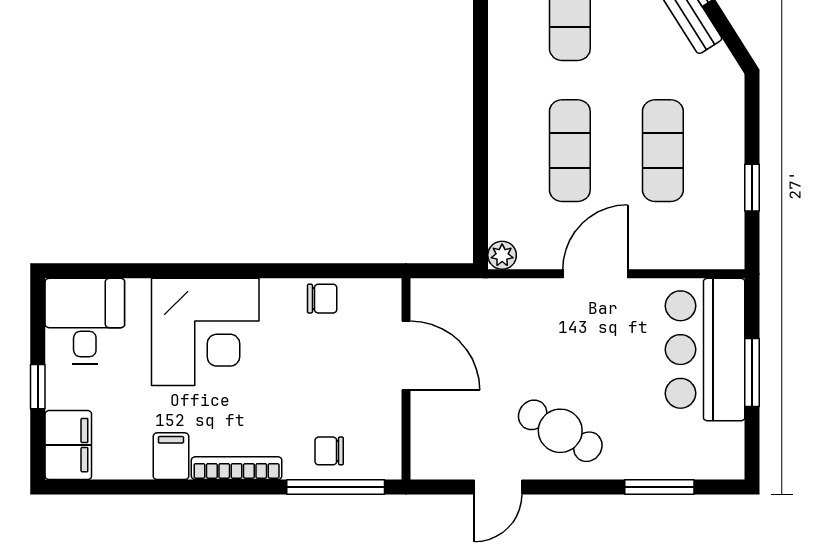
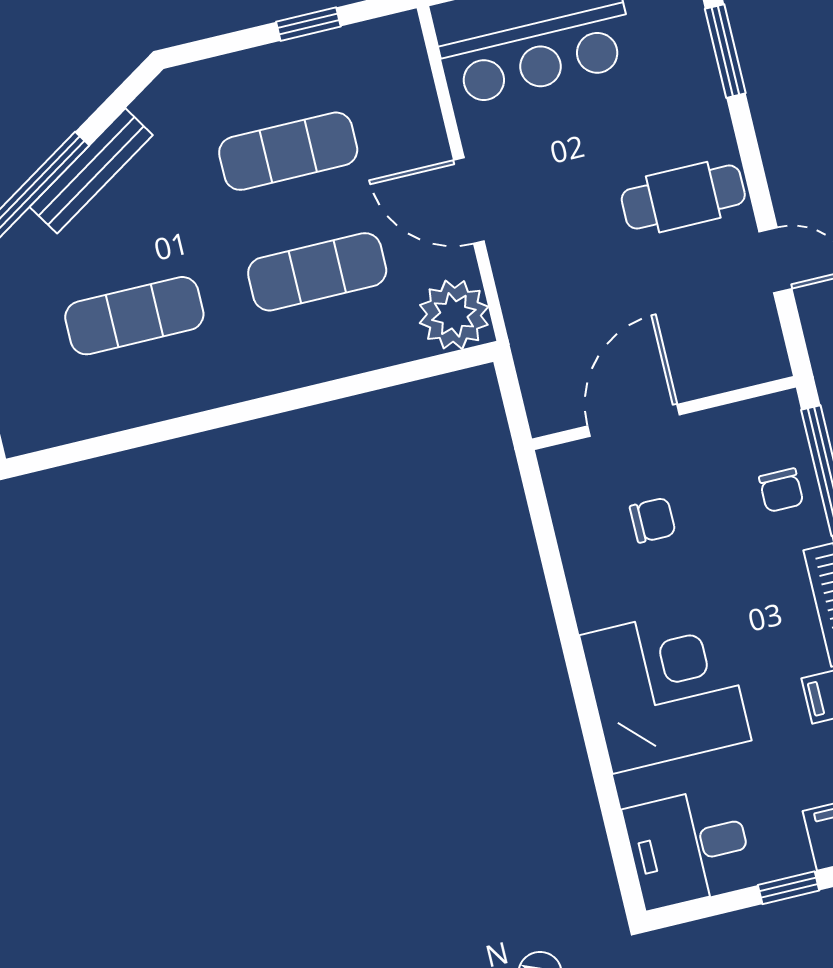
plant: (502, 255) -> (454, 315), width x1.87, depth x1.87
chair: (322, 299) -> (653, 520), moved, turned 90
cafe table: (560, 431) -> (683, 197), turned 60

